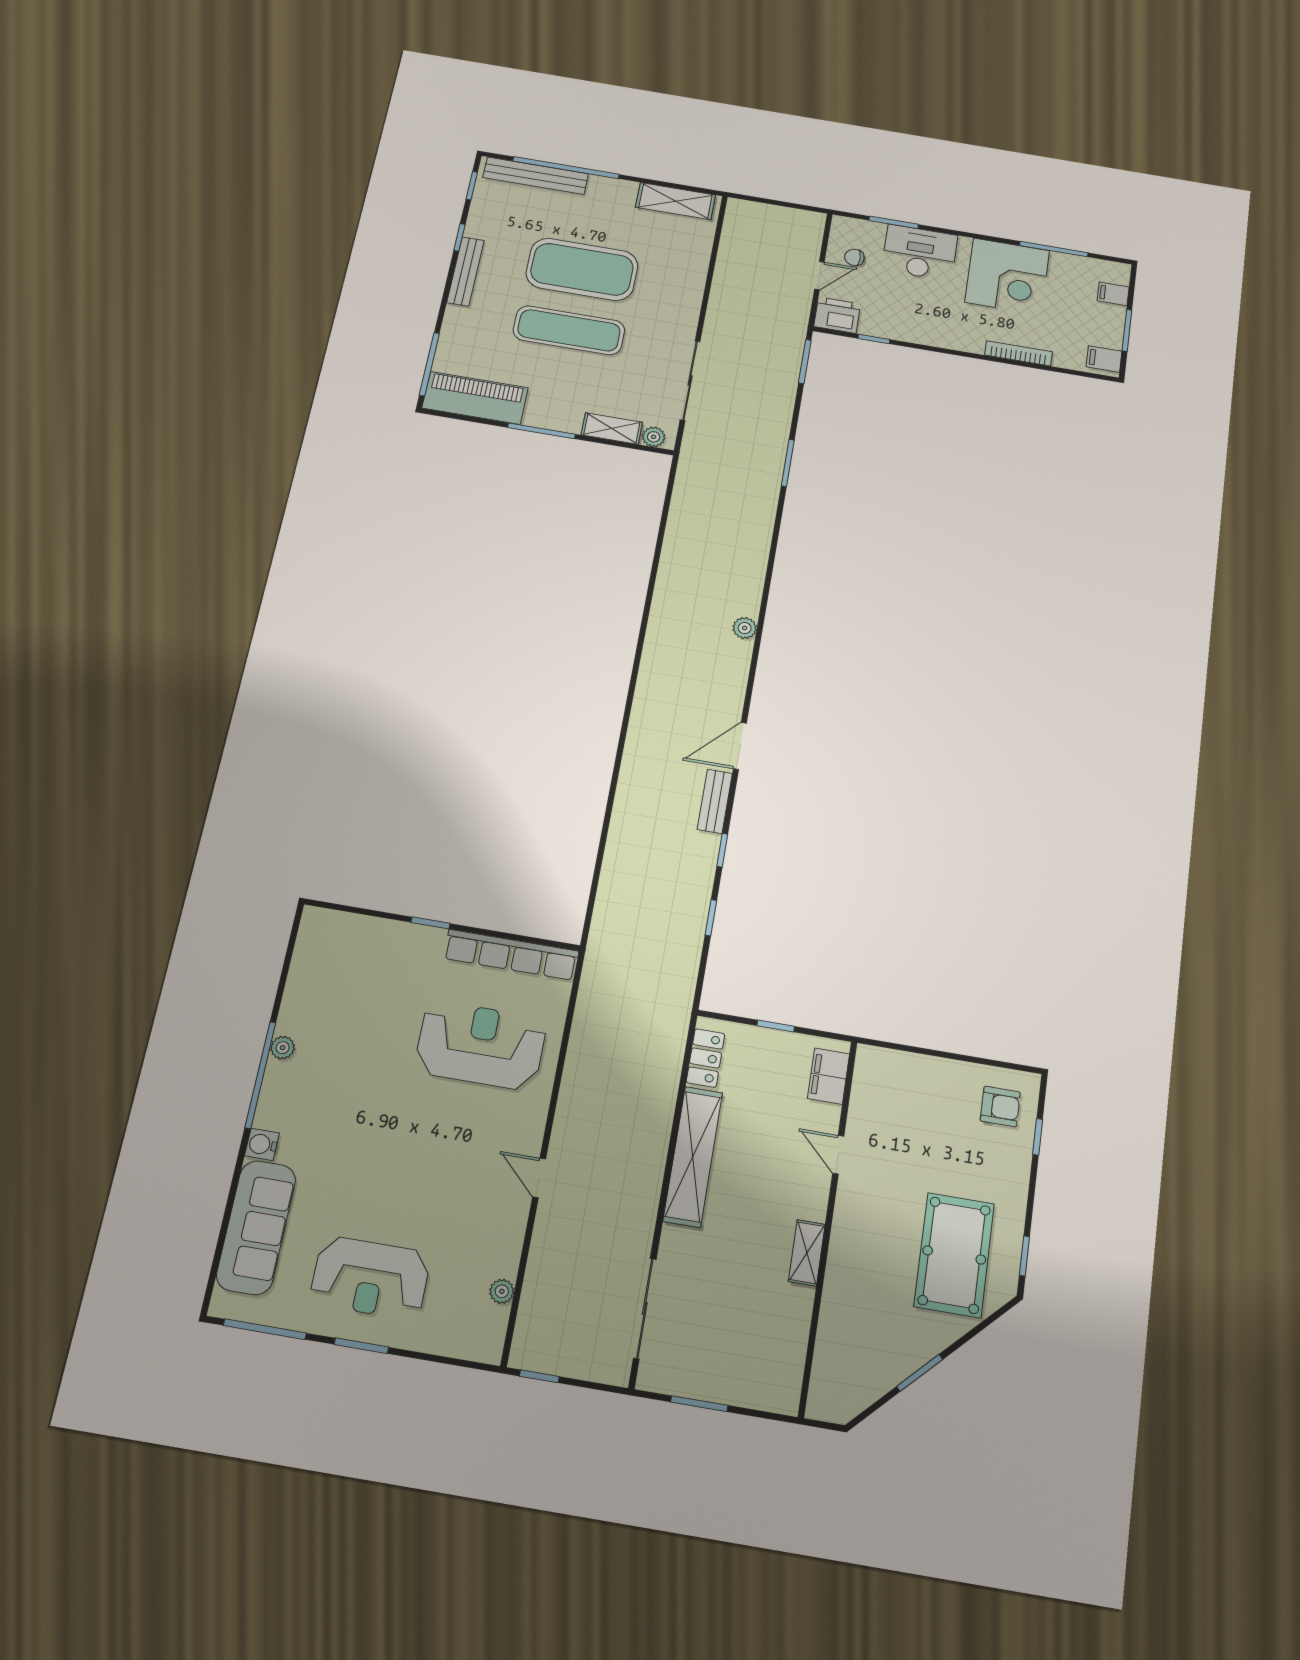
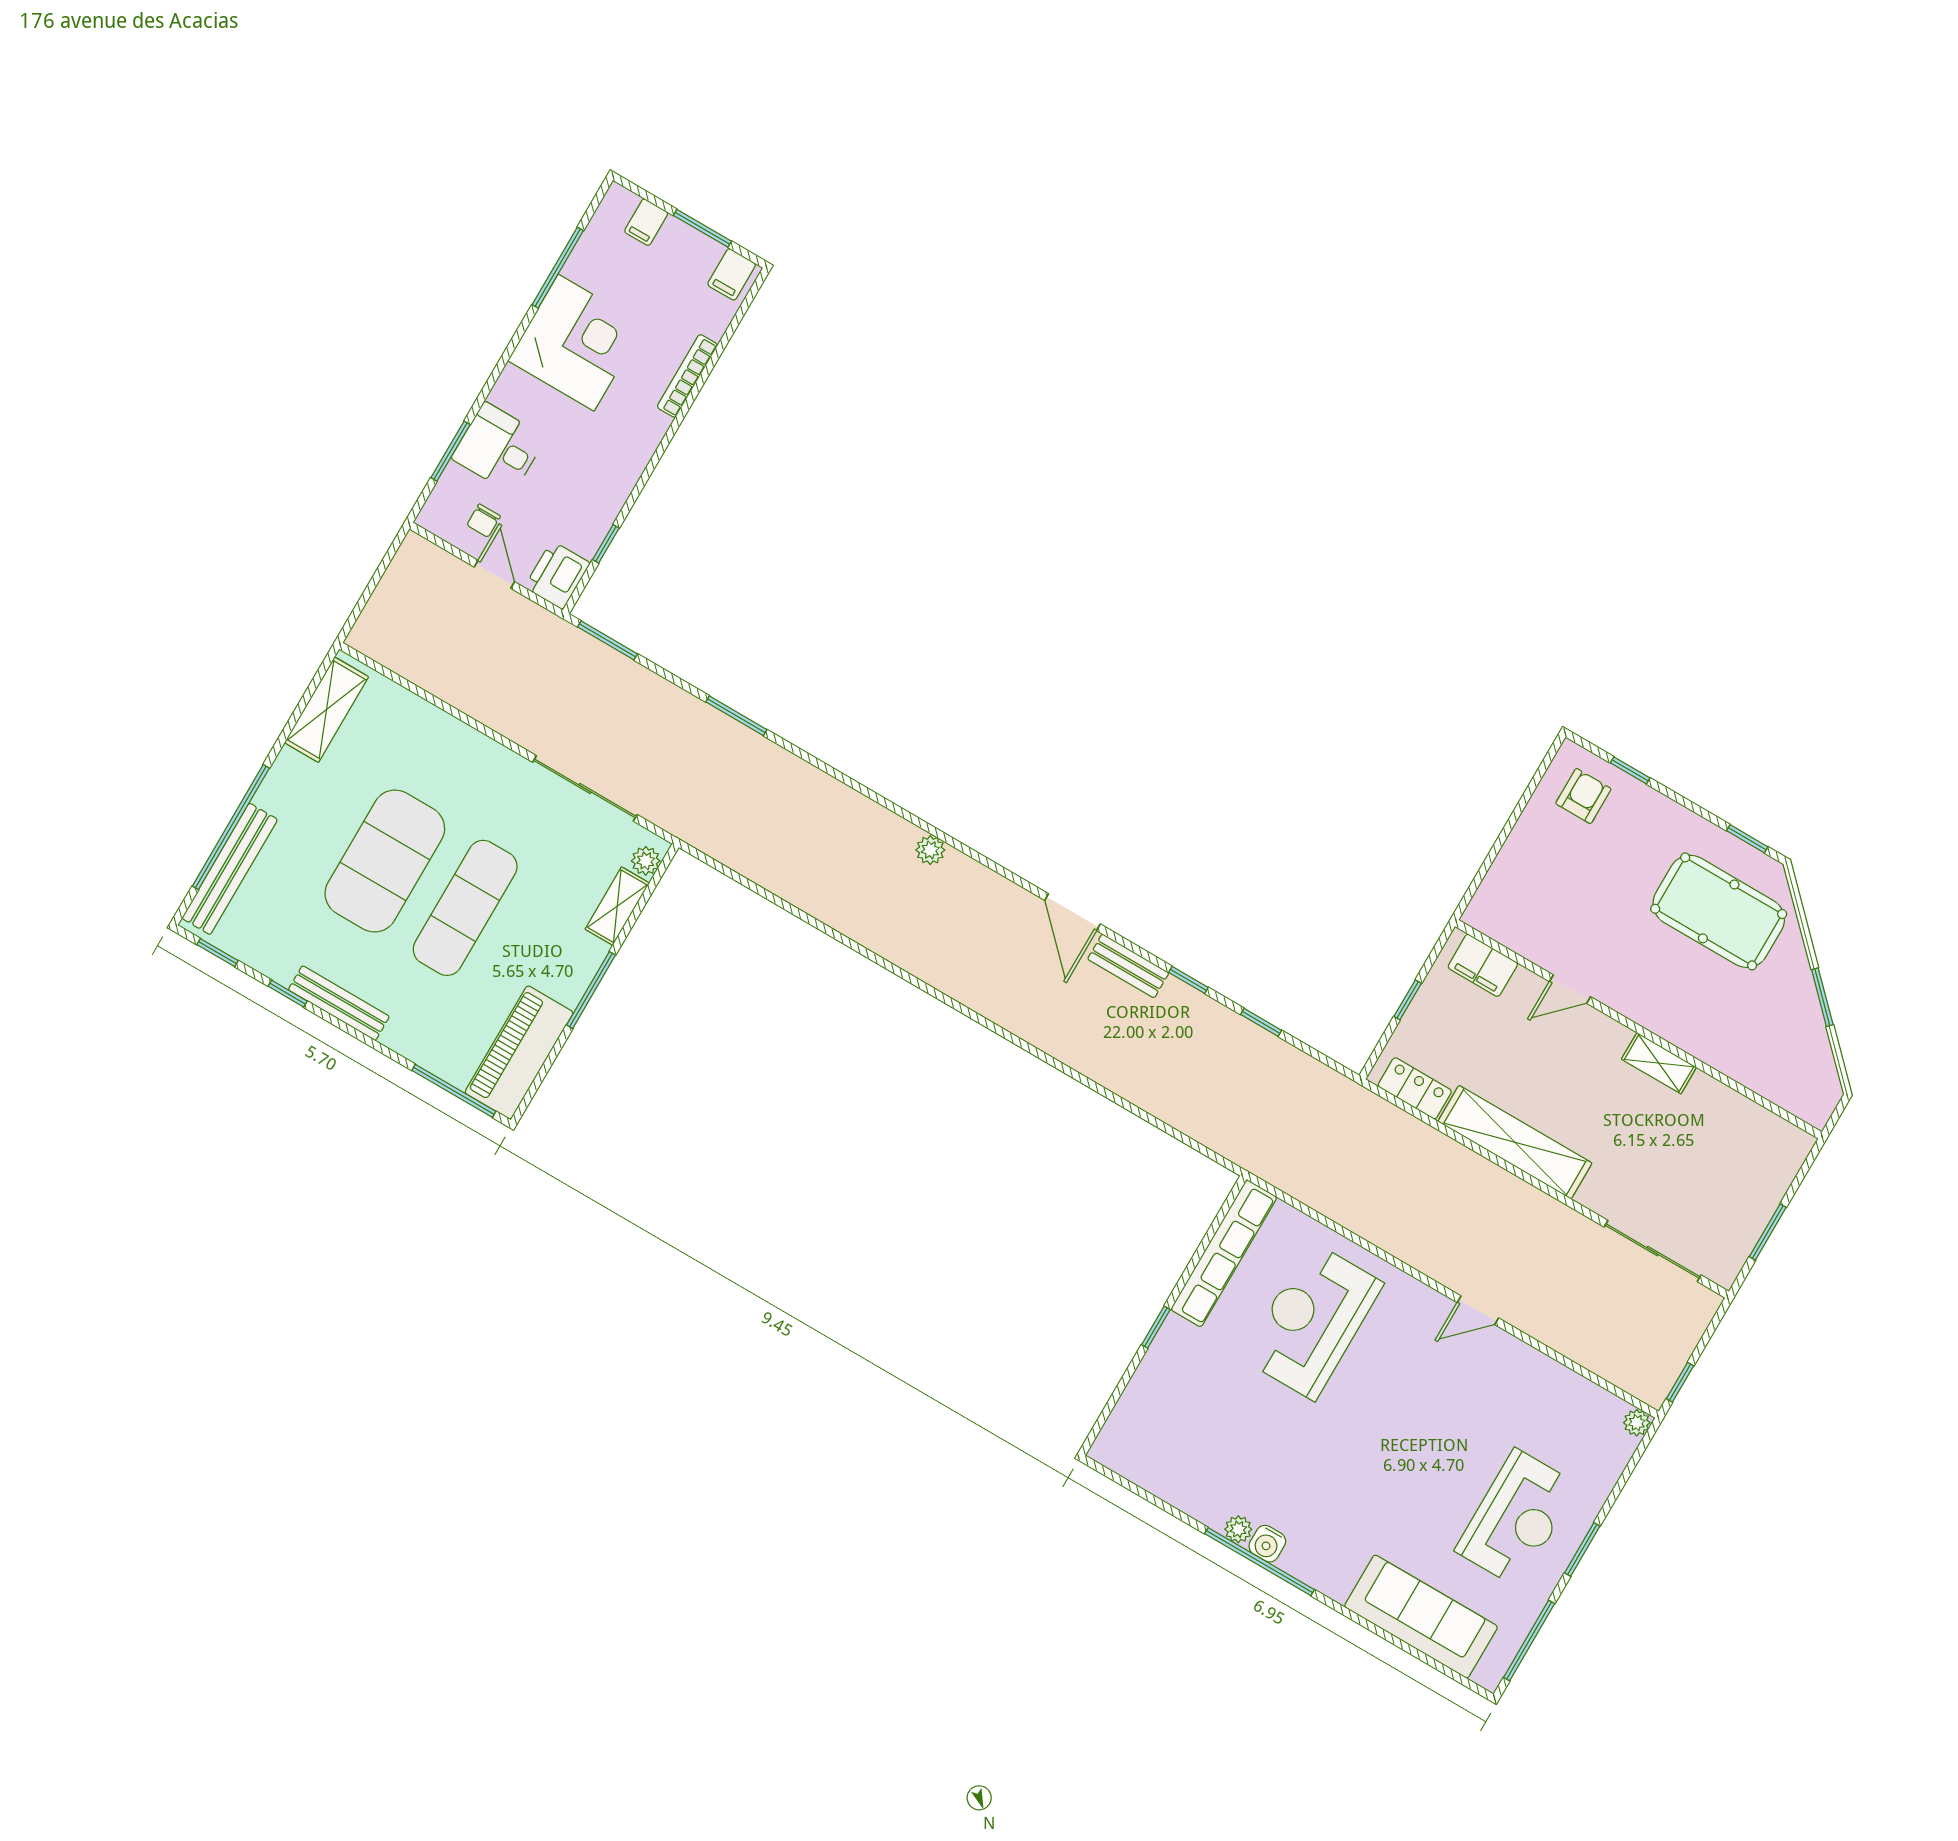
desk: (920, 253) -> (499, 448), width x0.73
water cooler: (262, 1144) -> (1267, 1544), moved
plant: (502, 1291) -> (1637, 1423), moved

